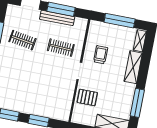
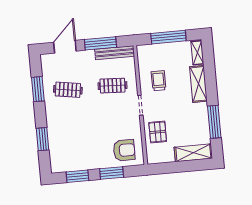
bench: (57, 18) -> (115, 53), moved
pallet: (87, 97) -> (158, 132), turned 90
armchair: (55, 105) -> (124, 150), added

